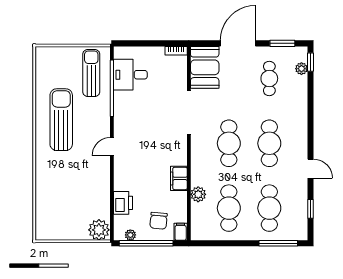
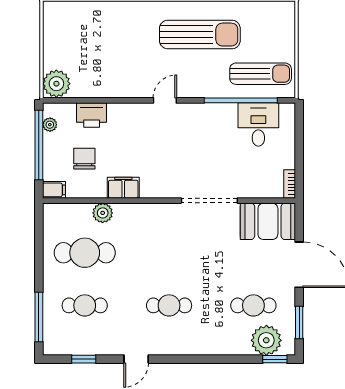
plant: (301, 69) -> (266, 340), width x1.87, depth x1.87
cafe table: (229, 143) -> (169, 253), removed
cafe table: (269, 143) -> (169, 305), width x0.73, depth x0.74
door: (112, 147) -> (165, 100), hinge flipped
cafe table: (269, 208) -> (85, 305), width x0.73, depth x0.74
chair: (159, 221) -> (84, 159), moved, turned 85

